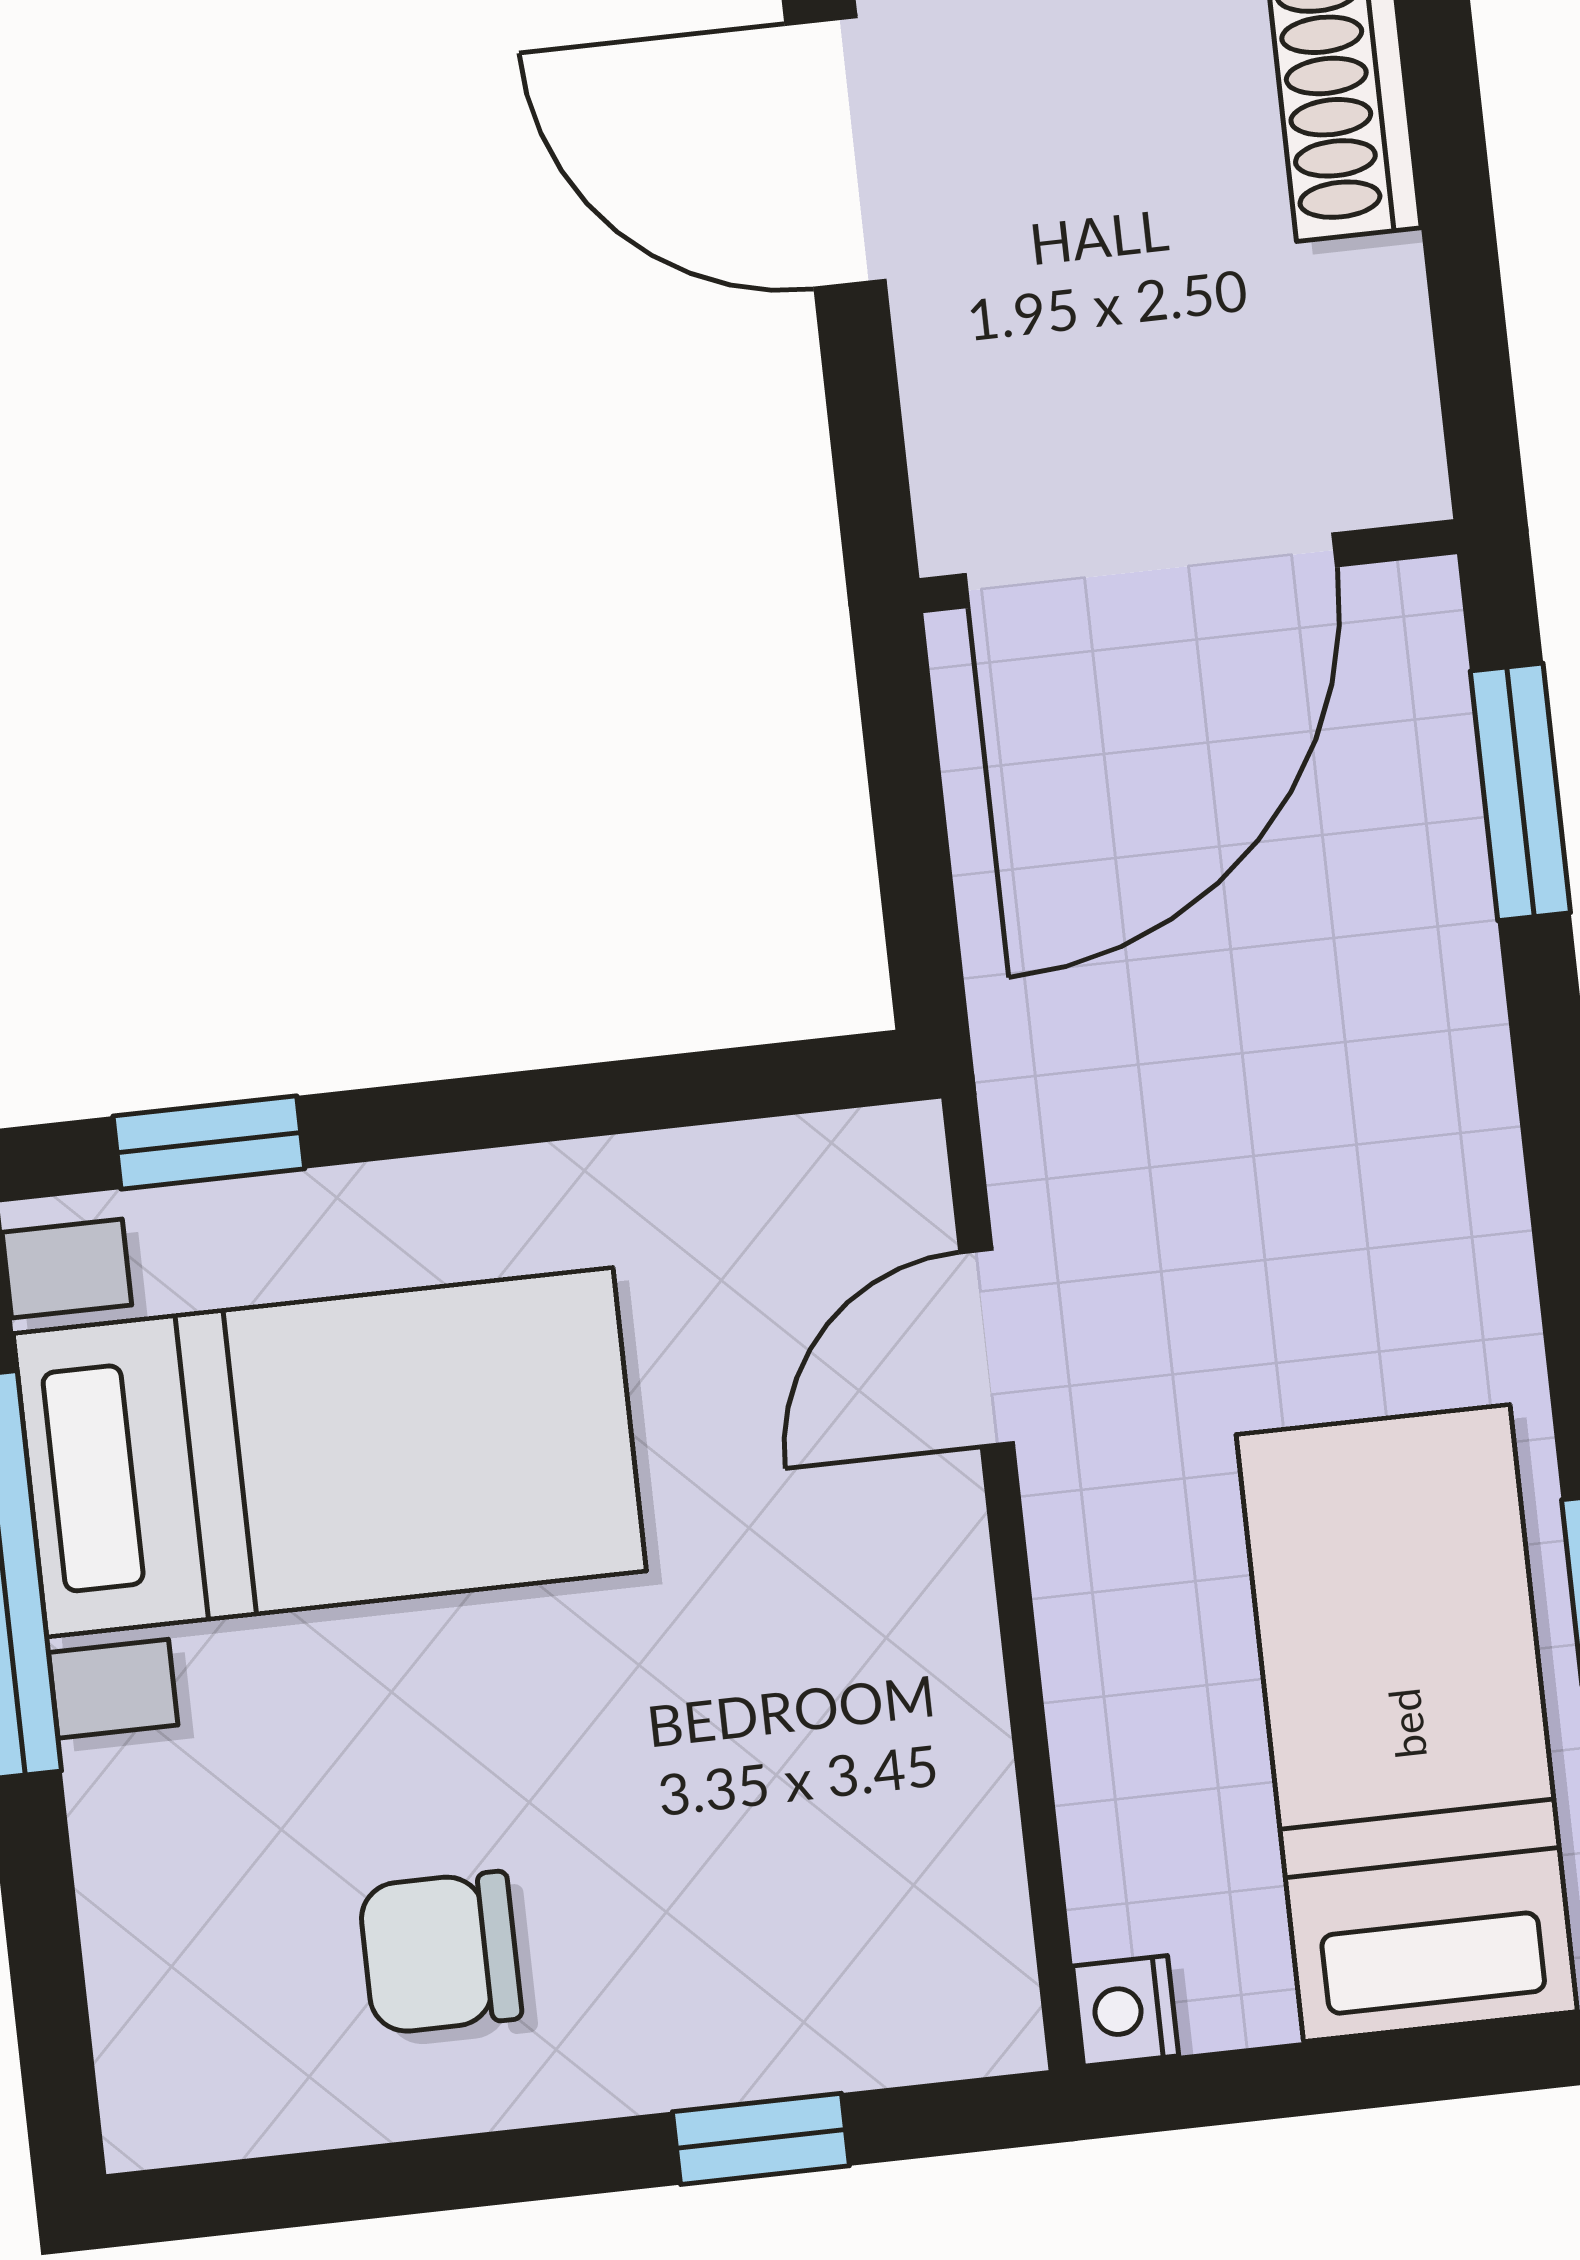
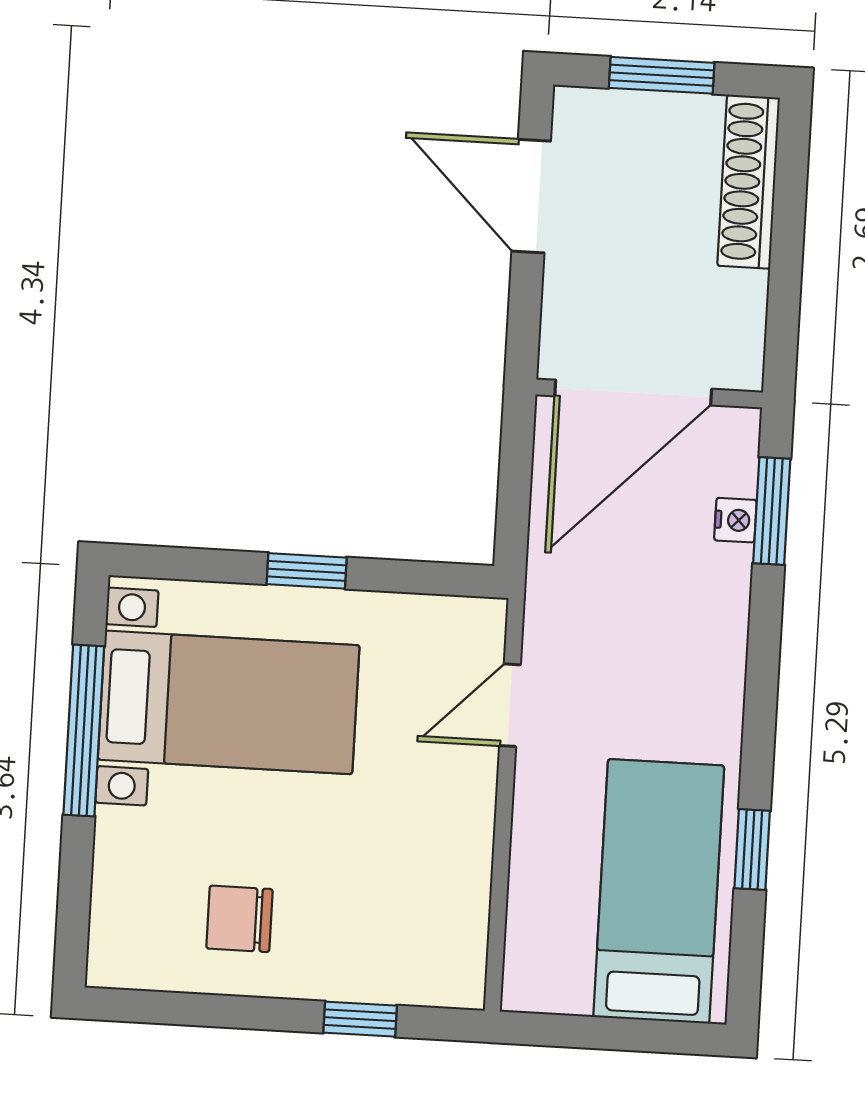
window: (209, 1142) -> (307, 571), moved
nightstand: (1126, 2011) -> (735, 520), moved, turned 180

